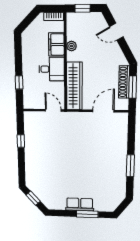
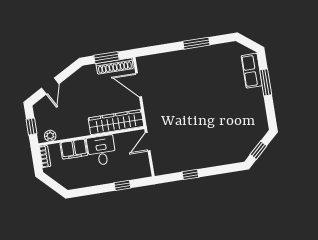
plant: (71, 46) -> (50, 136), moved
shoe rack: (124, 82) -> (115, 66), moved
row of seats: (80, 204) -> (252, 71), moved

